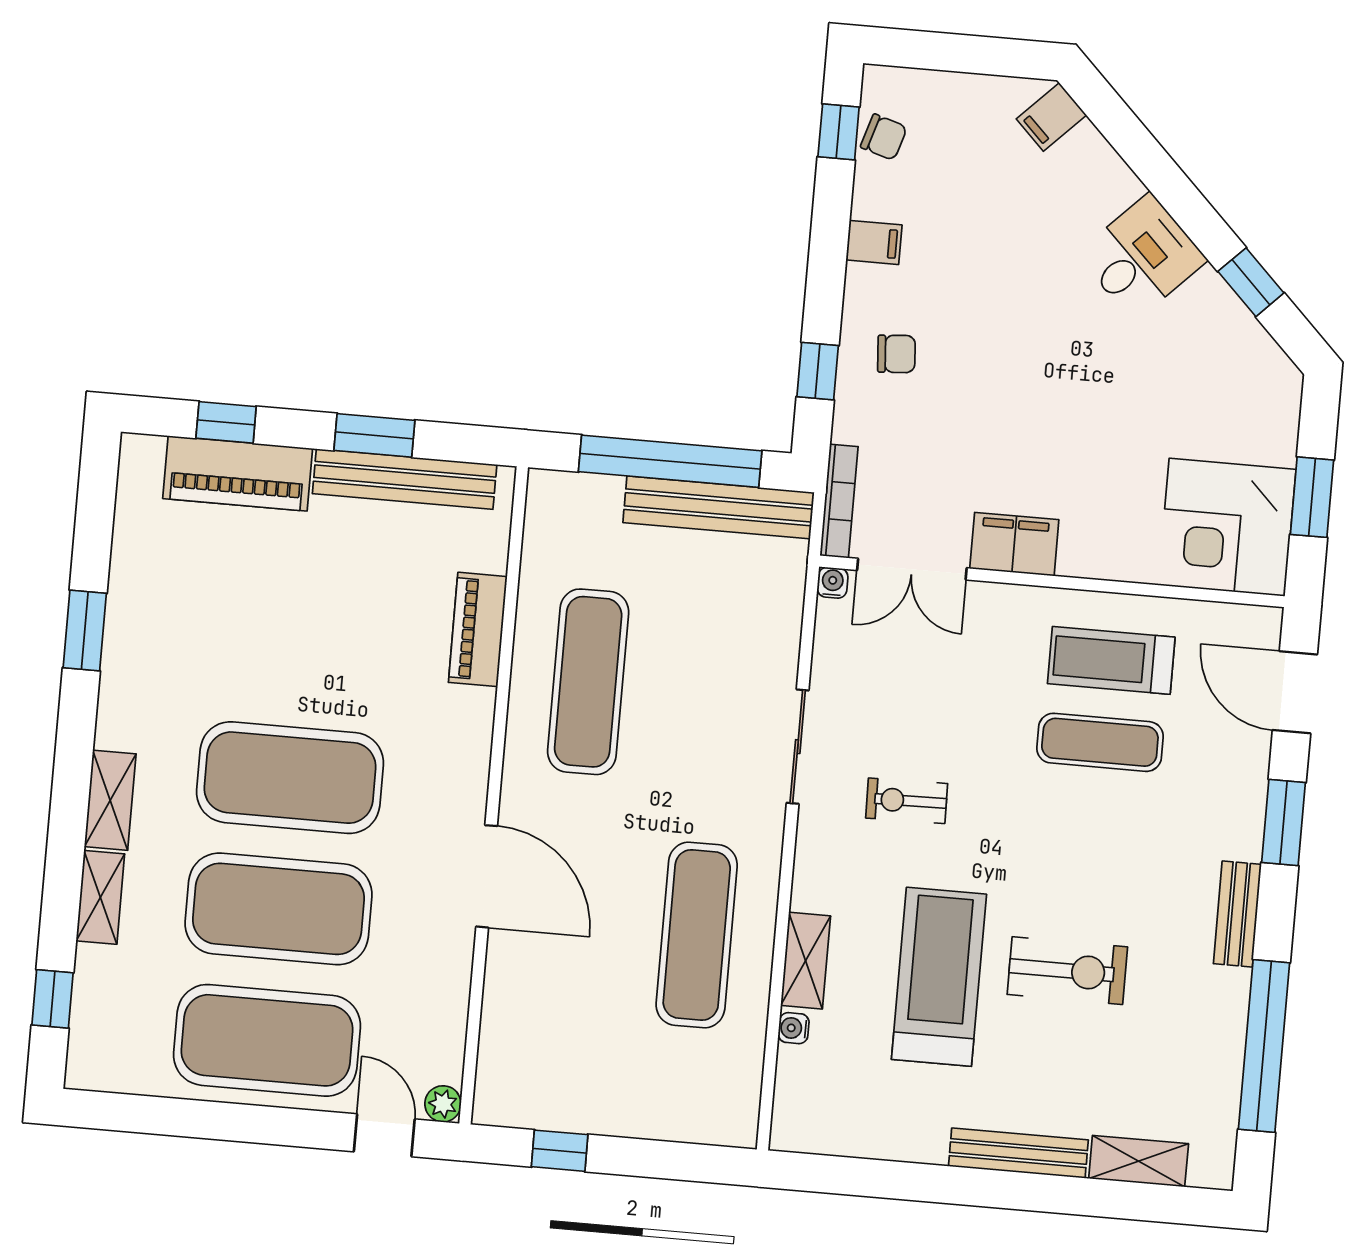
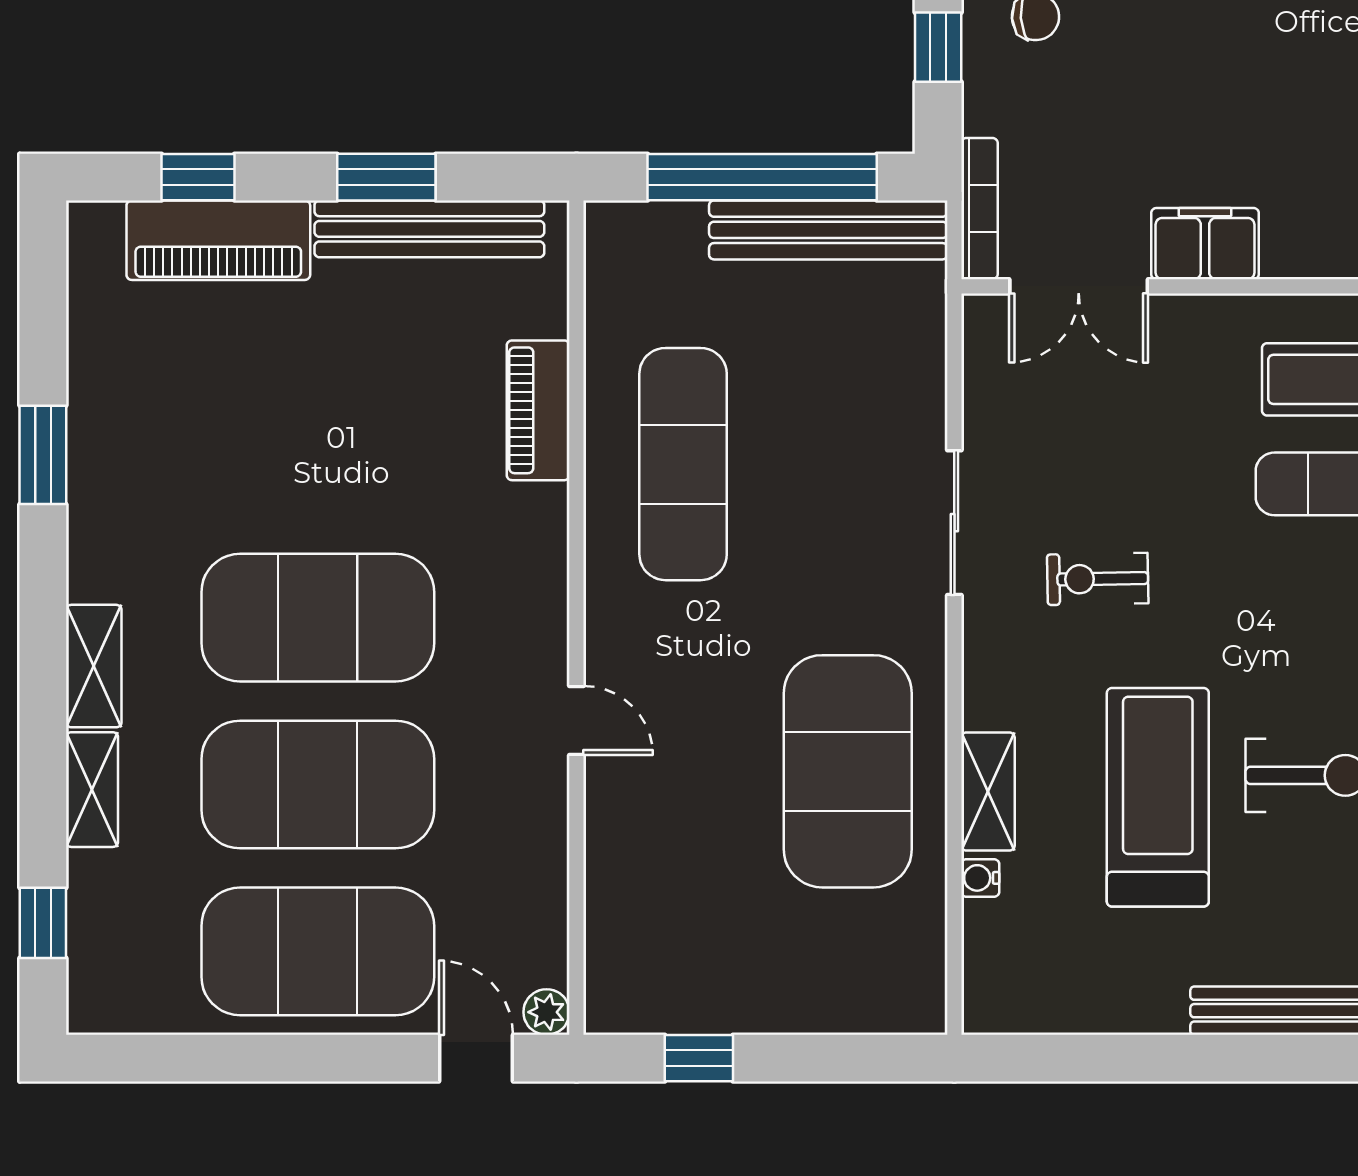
water cooler: (833, 583) -> (980, 312), removed
door: (487, 876) -> (576, 720), width x0.53
exercise mat: (697, 935) -> (848, 771), width x1.47

